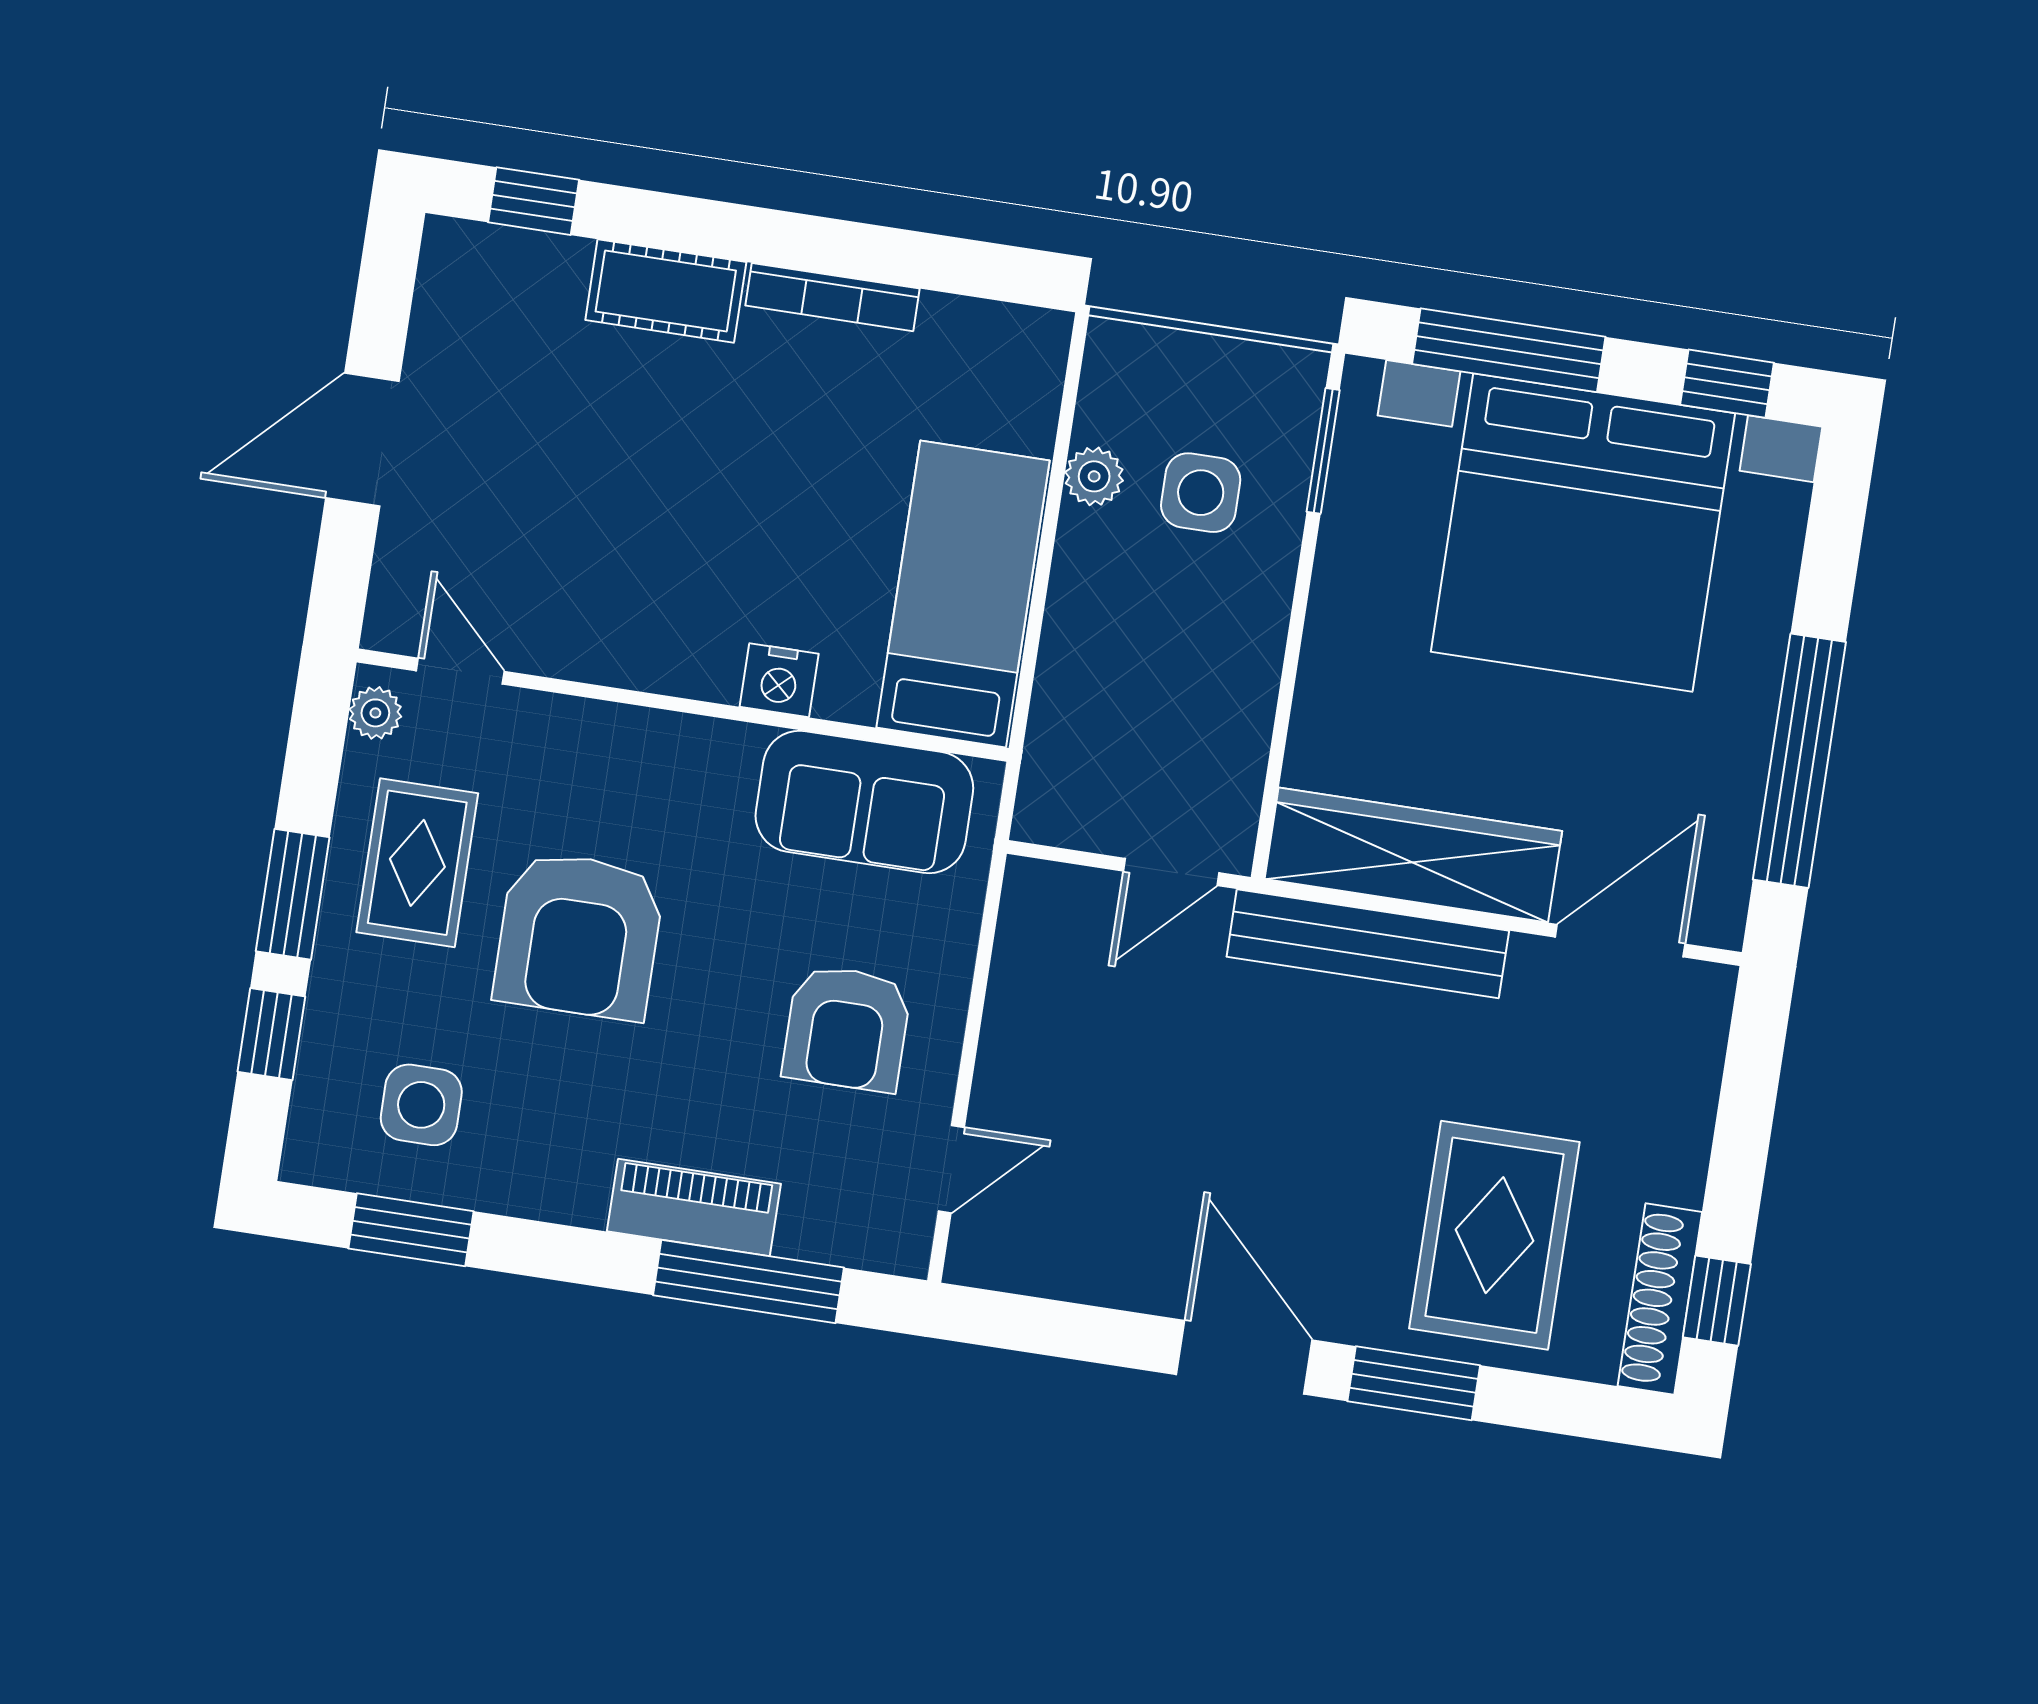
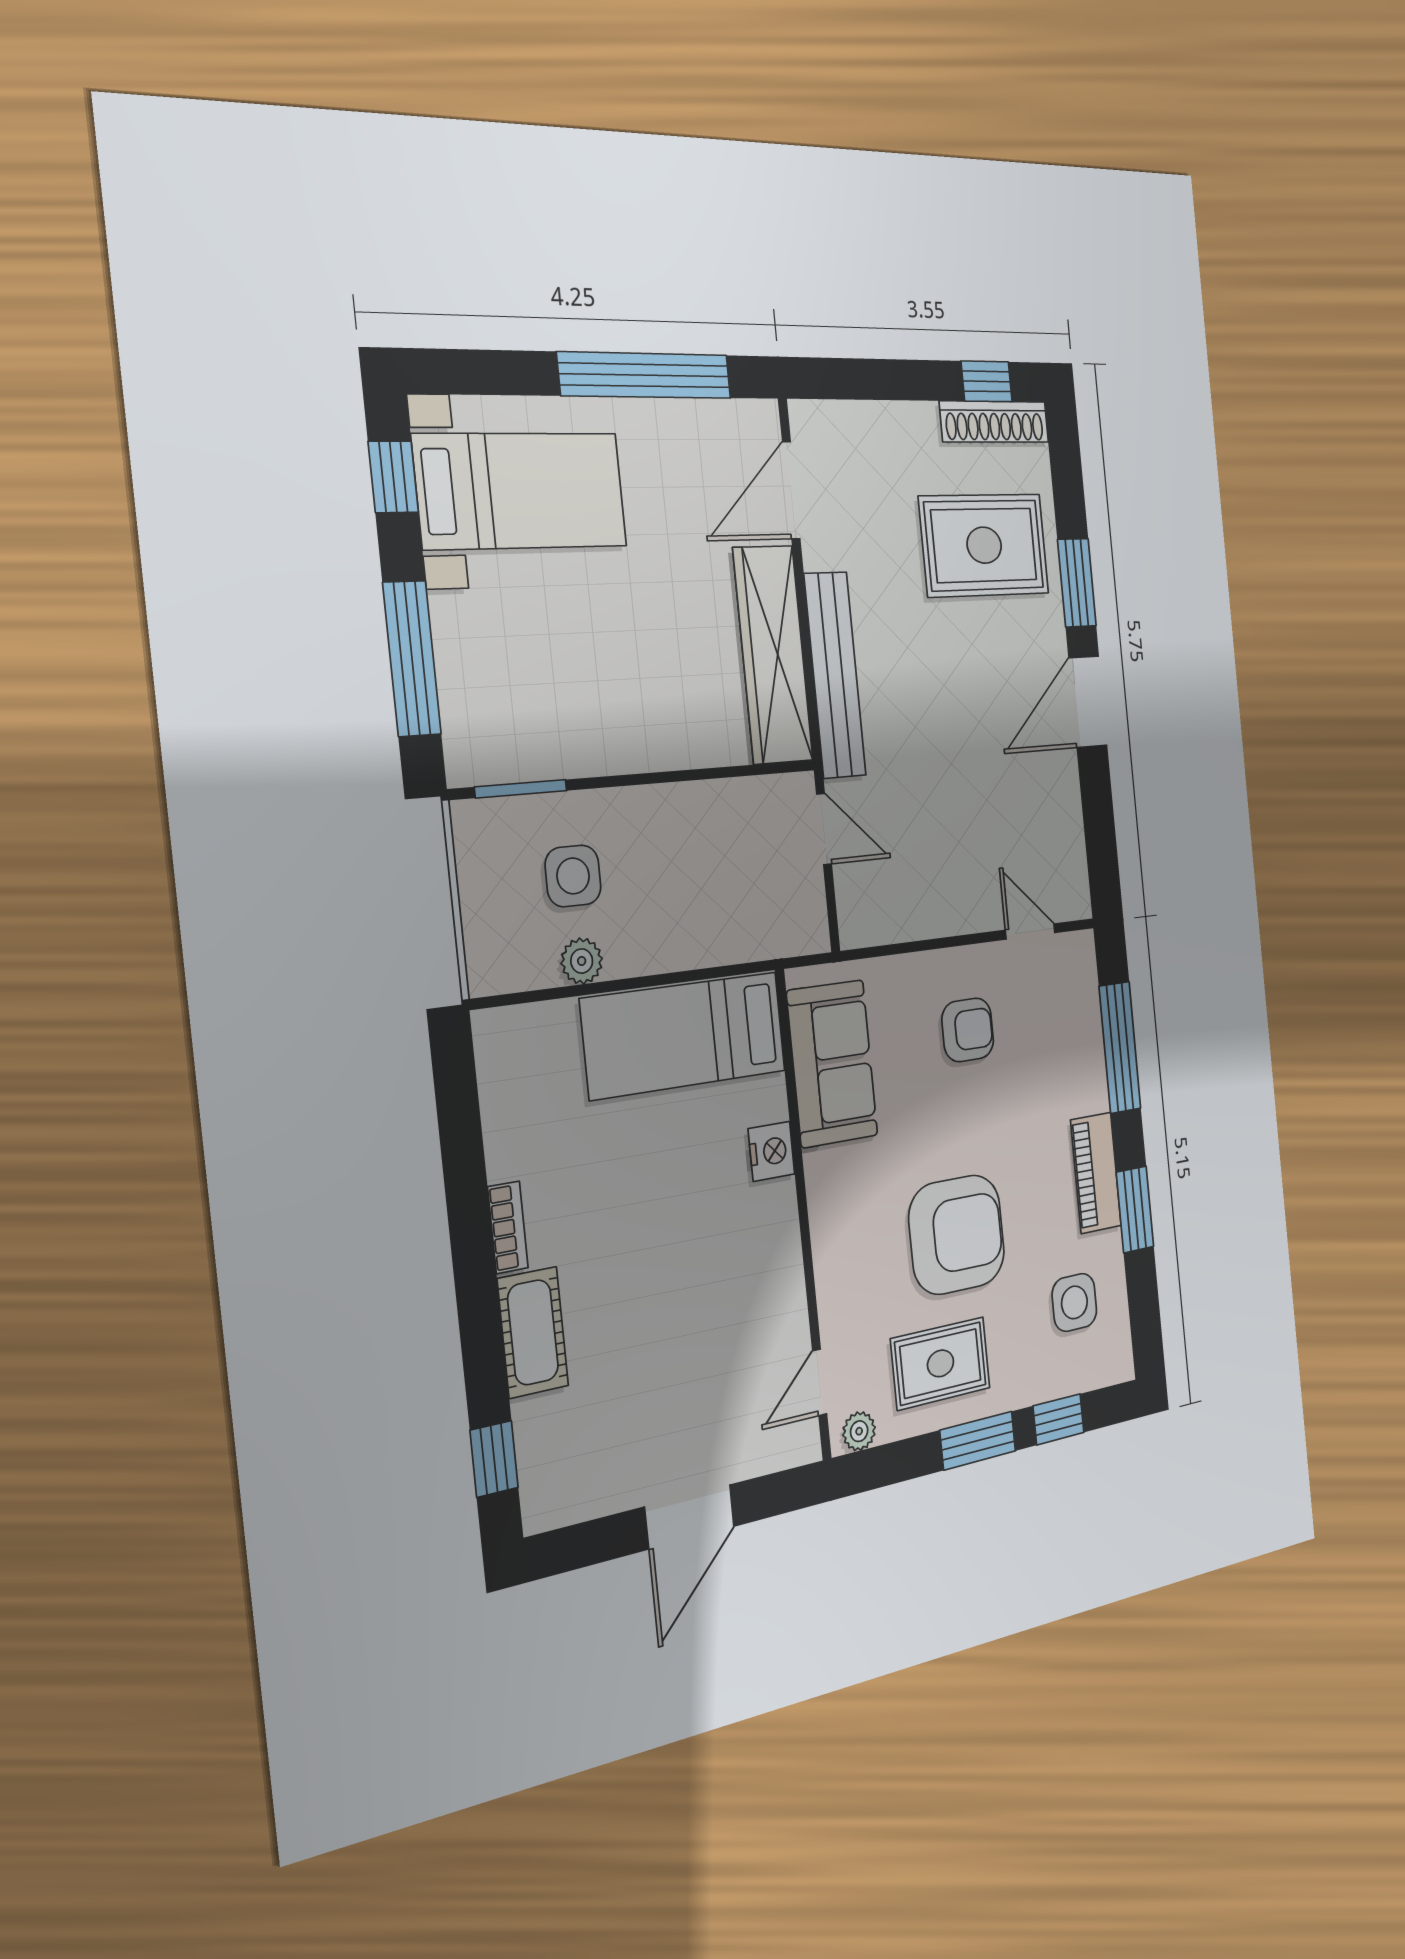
bookcase: (832, 297) -> (508, 1227), width x0.64
door: (362, 440) -> (690, 1517), hinge flipped
bed with nightstands: (1583, 533) -> (521, 491), width x0.54
door: (1620, 941) -> (791, 490), hinge flipped
armchair: (847, 1028) -> (968, 1030), width x0.72, depth x0.72
piano: (694, 1208) -> (1096, 1173), moved
window: (411, 1230) -> (1135, 1209), moved

